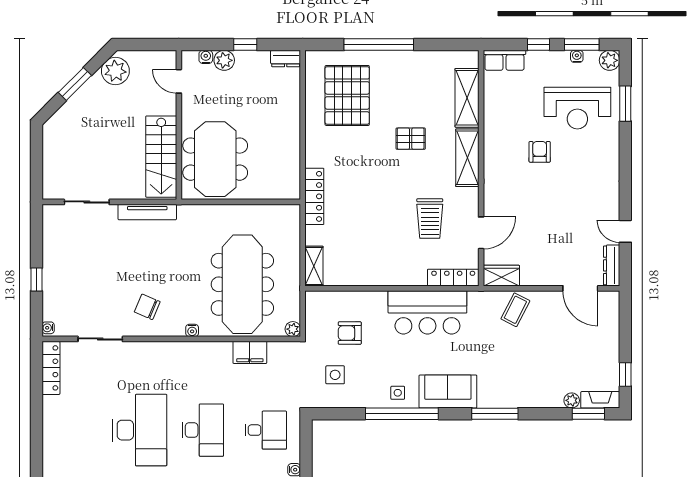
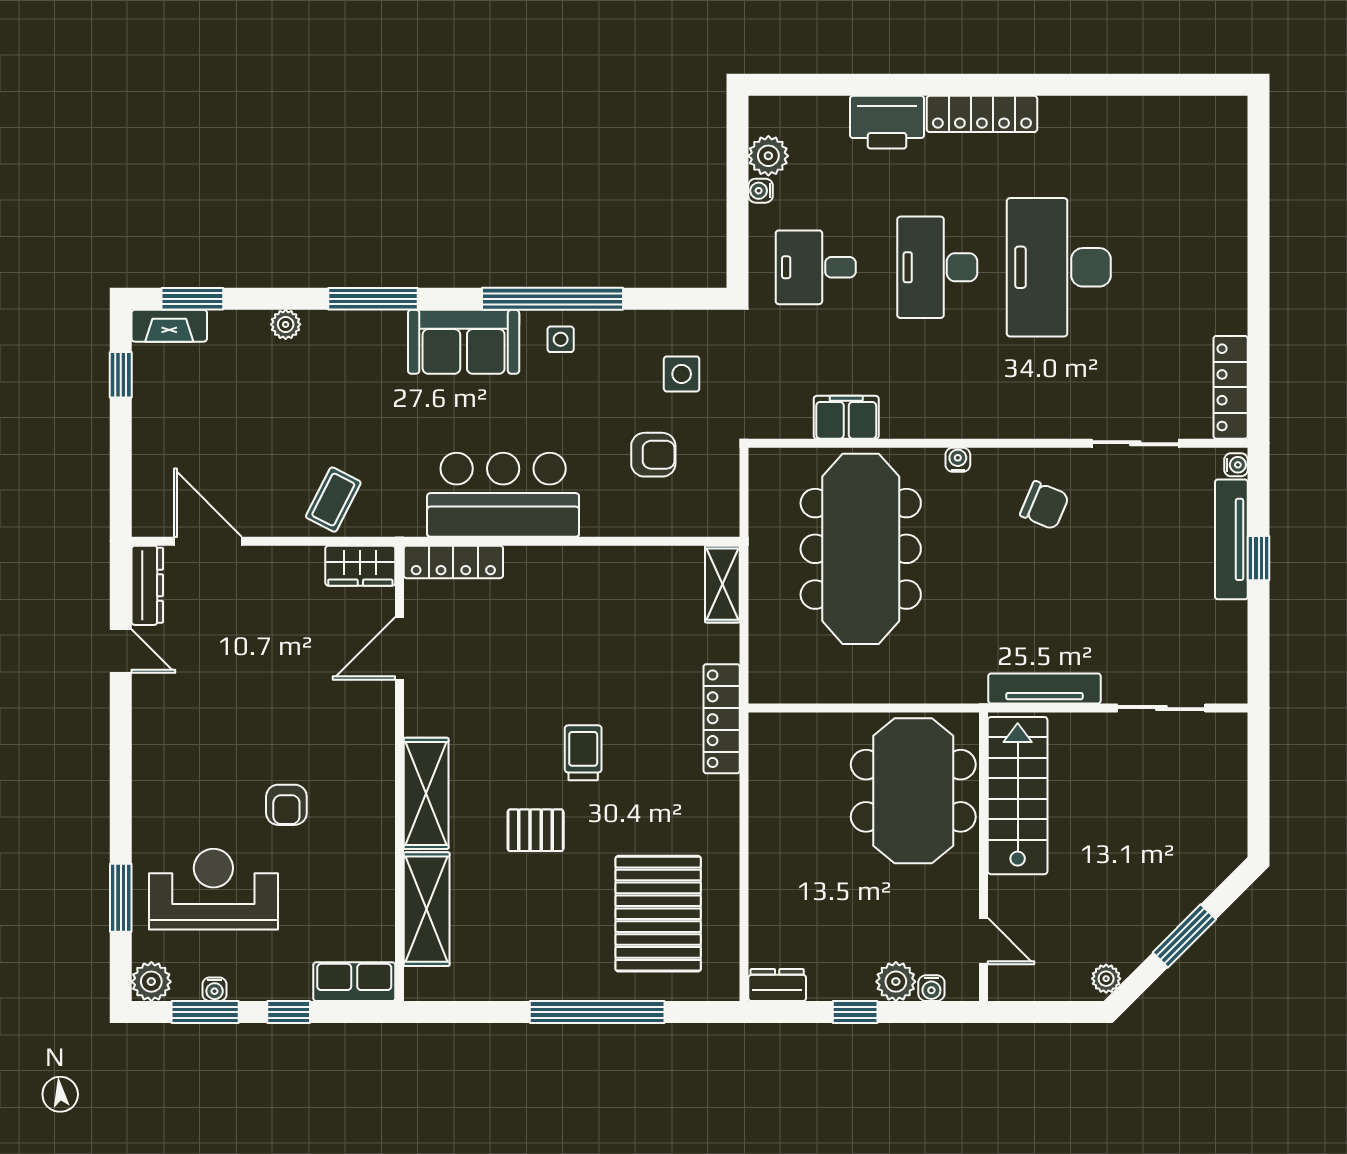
plant: (115, 71) -> (1106, 979), width x0.53, depth x0.53
trolley: (430, 218) -> (583, 753), moved, width x0.73, depth x0.72
tv unit: (51, 289) -> (1231, 539), added
plant: (293, 329) -> (763, 462), removed
plant: (572, 400) -> (286, 324), moved

